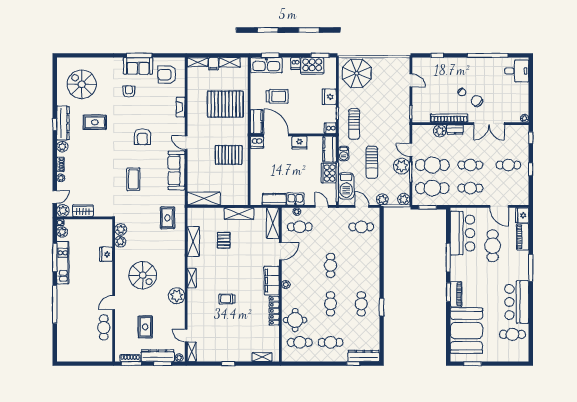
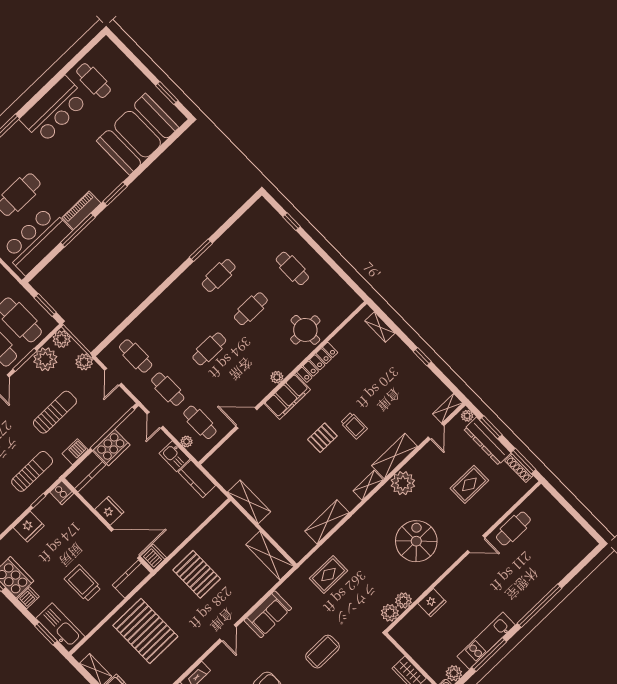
door: (276, 135) -> (125, 544), swing flipped
plant: (402, 166) -> (45, 359), moved
sofa: (177, 170) -> (268, 614), width x0.73
barbecue: (346, 186) -> (107, 415), removed
shelving: (273, 223) -> (395, 456), moved
pallet: (224, 240) -> (322, 438), moved
piano: (456, 294) -> (81, 210), moved
cafe table: (300, 342) -> (168, 389), moved
dresser: (364, 356) -> (272, 219), removed

